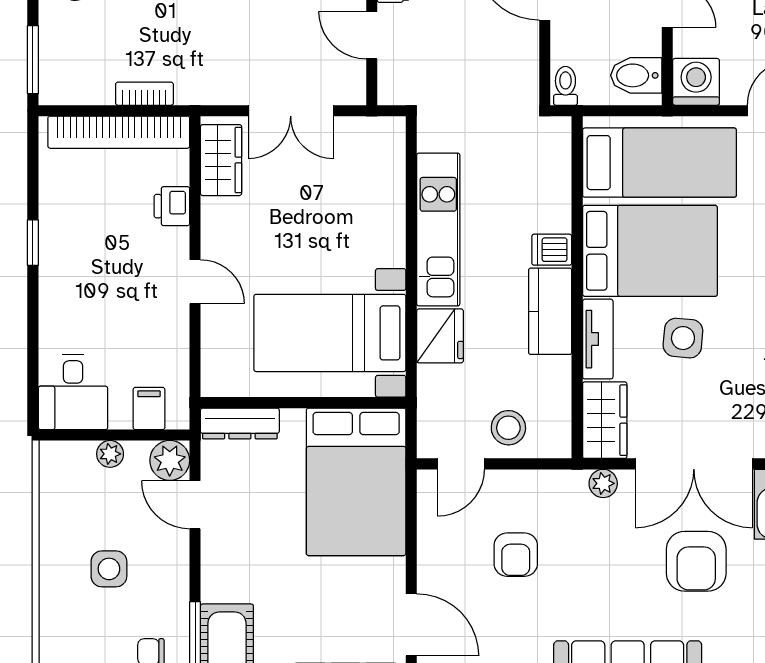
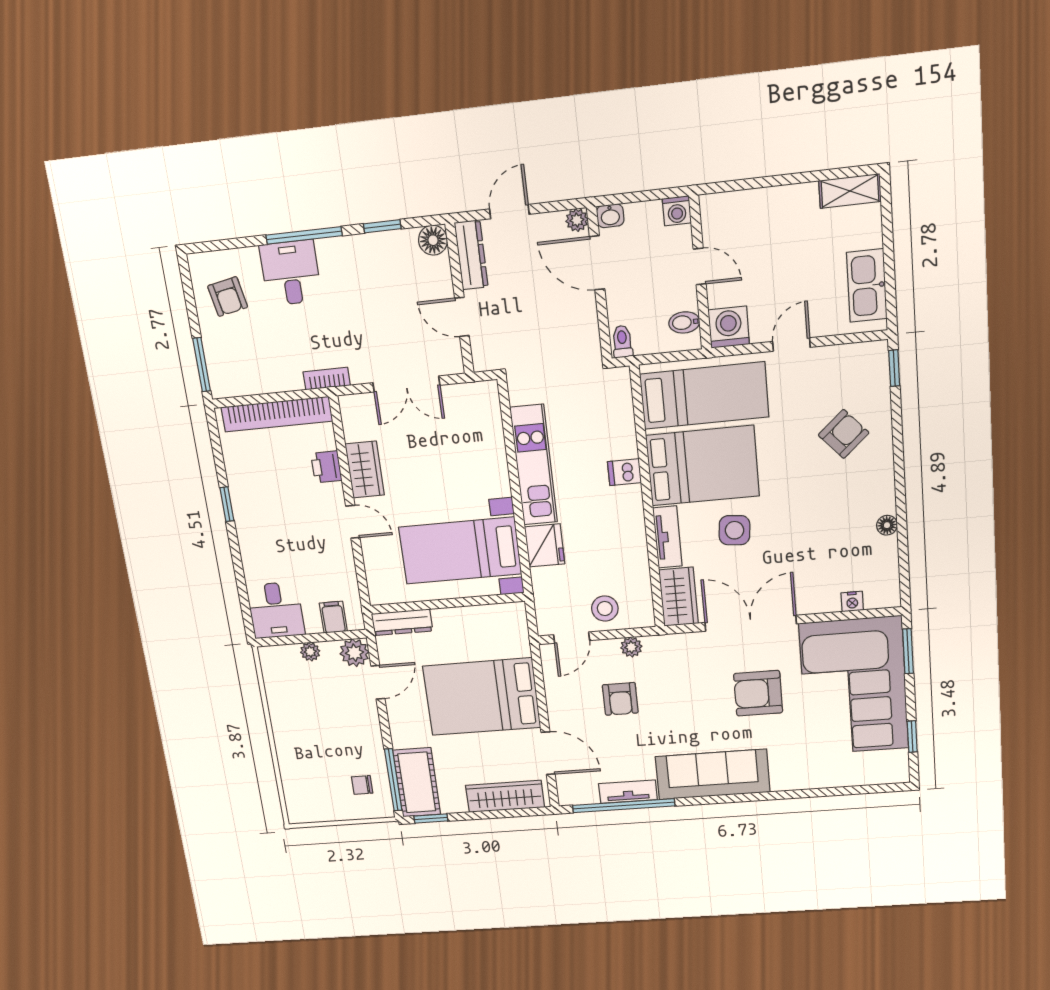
bidet: (636, 75) -> (684, 322), width x0.72, depth x0.74
bookcase: (144, 94) -> (327, 379), moved
wardrobe: (221, 160) -> (365, 470), moved
kitchen counter: (550, 311) -> (628, 519), removed
double door: (694, 464) -> (751, 623), swing flipped
bed: (356, 482) -> (482, 697), moved, turned 90
plant: (603, 483) -> (631, 647), moved
door: (195, 505) -> (378, 682), swing flipped
armchair: (696, 561) -> (758, 693), turned 90
side table: (109, 569) -> (323, 731), removed

